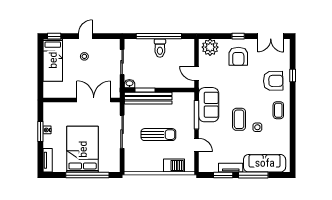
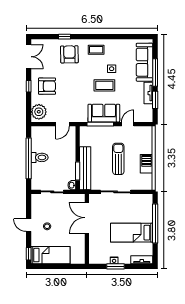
sofa: (209, 105) -> (104, 113), moved
bed: (83, 149) -> (132, 233), width x0.67
barbecue: (174, 166) -> (146, 164), moved

